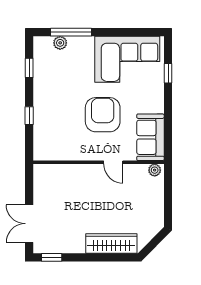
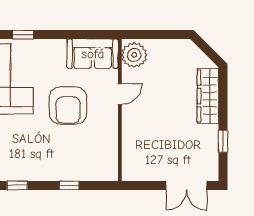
armchair: (103, 115) -> (68, 105), turned -90
plant: (155, 170) -> (134, 55), width x1.87, depth x1.87
window: (52, 257) -> (223, 141), moved

